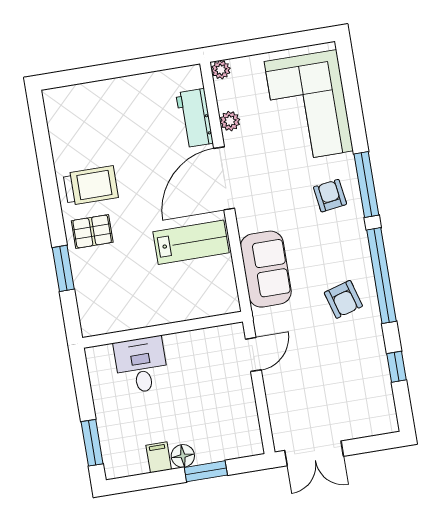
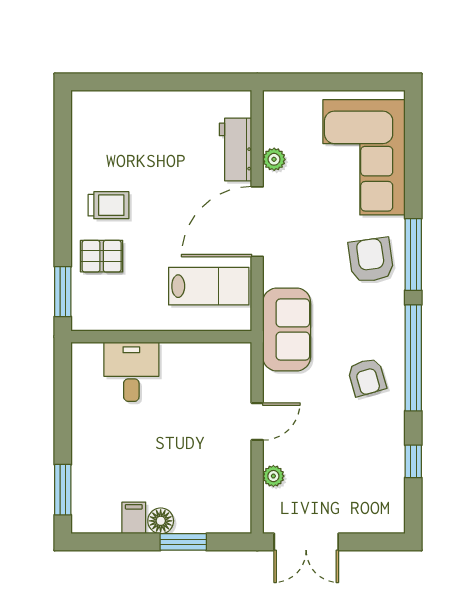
plant: (221, 70) -> (273, 476), moved
trolley: (91, 186) -> (108, 205), width x0.73, depth x0.72
armchair: (330, 196) -> (371, 260), width x1.38, depth x1.38
wall: (163, 330) -> (161, 337), moved
desk: (141, 365) -> (131, 372), moved

